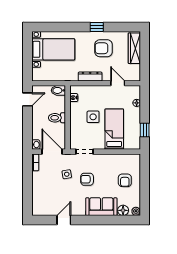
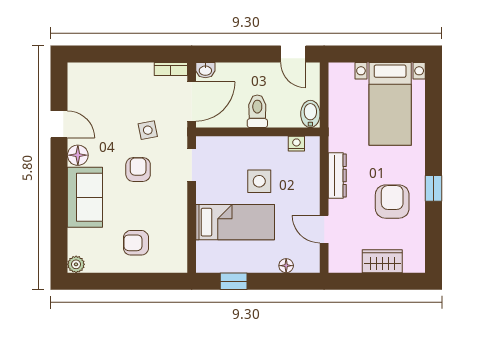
wardrobe: (134, 48) -> (382, 261), width x0.67
door: (118, 83) -> (324, 229), swing flipped
floor lamp: (123, 210) -> (78, 155), moved

